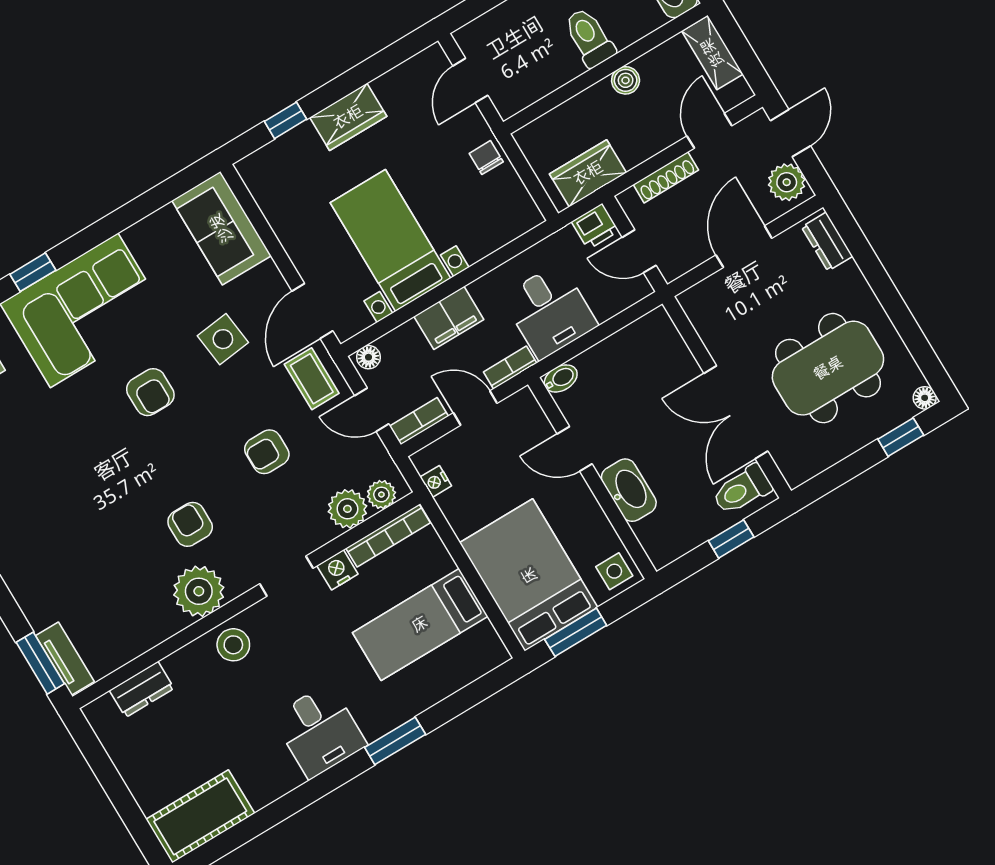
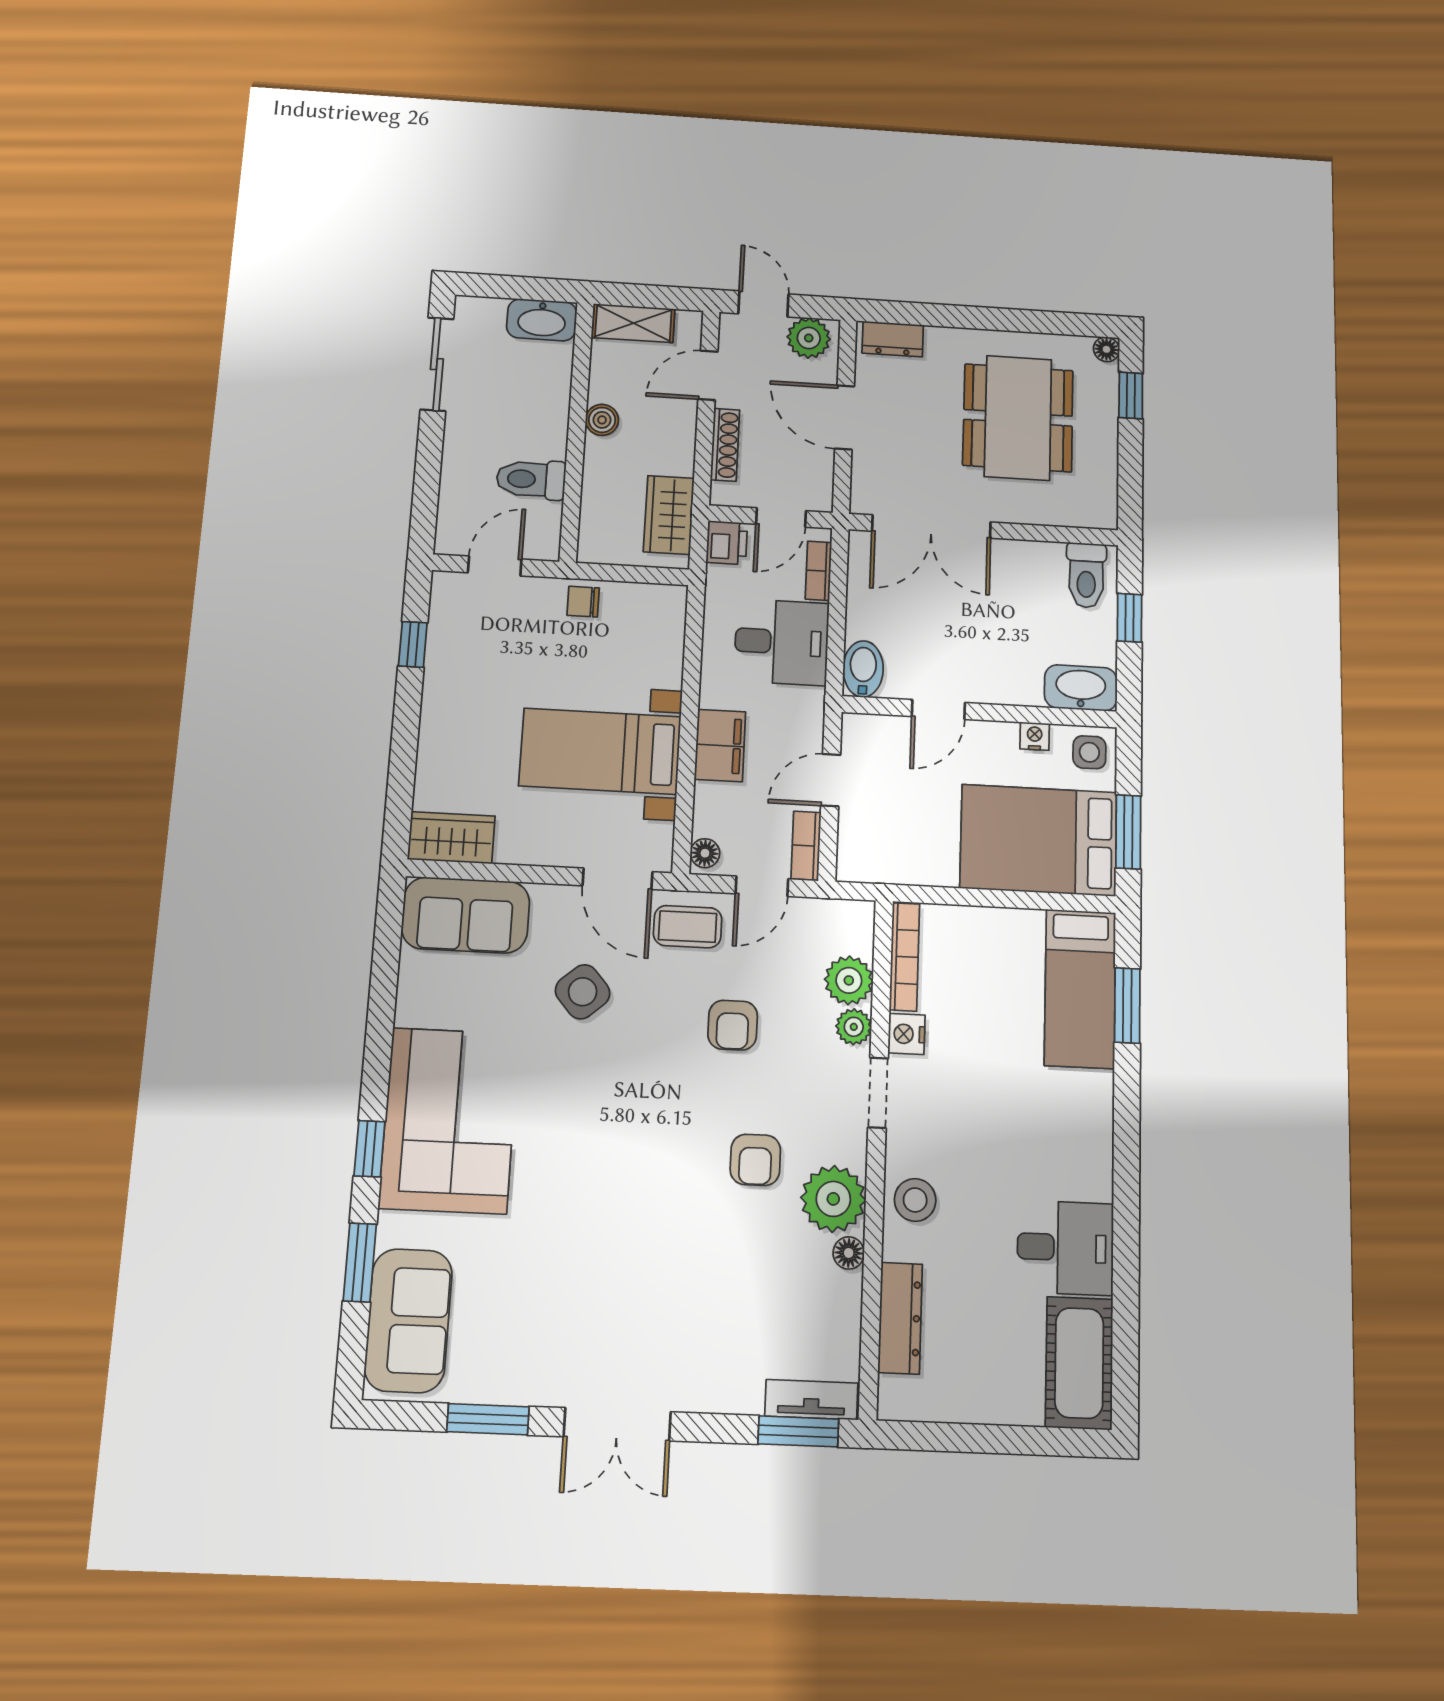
toilet: (589, 37) -> (531, 479), moved
door: (470, 81) -> (495, 566), swing flipped
wardrobe: (348, 117) -> (451, 838), moved, turned -90
window: (286, 120) -> (413, 644), moved
door: (709, 131) -> (708, 375), hinge flipped
side table: (223, 339) -> (583, 992), turned -34
bookcase: (510, 368) -> (818, 571), moved
bidet: (561, 378) -> (863, 669), width x1.38, depth x1.36
armchair: (150, 392) -> (586, 1107), removed
double door: (736, 412) -> (931, 527), moved
nightstand: (436, 481) -> (1035, 736), moved, turned 180
washbasin: (629, 490) -> (1081, 688), moved
plant: (381, 495) -> (854, 1027), moved
armchair: (190, 524) -> (755, 1160), turned -90
floor lamp: (171, 623) -> (849, 1253), added
bed: (420, 624) -> (1080, 988), moved
dresser: (142, 689) -> (900, 1318), width x1.44
desk: (319, 731) -> (1065, 1248), moved
window: (395, 741) -> (1127, 1005), moved

